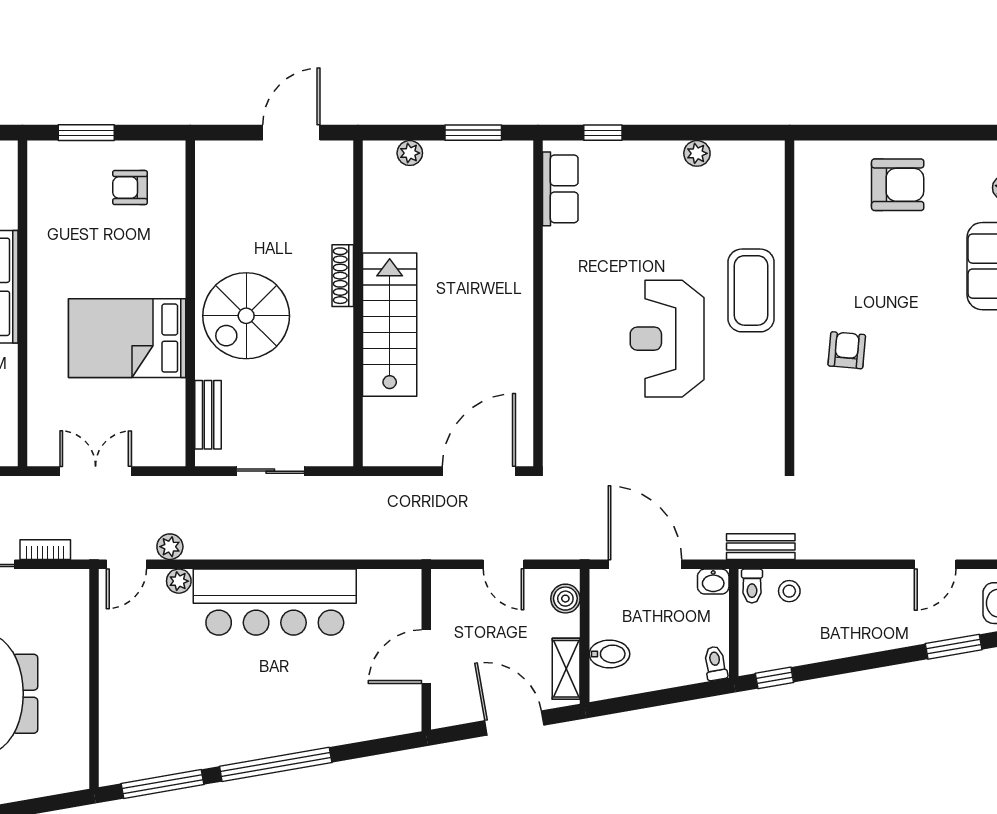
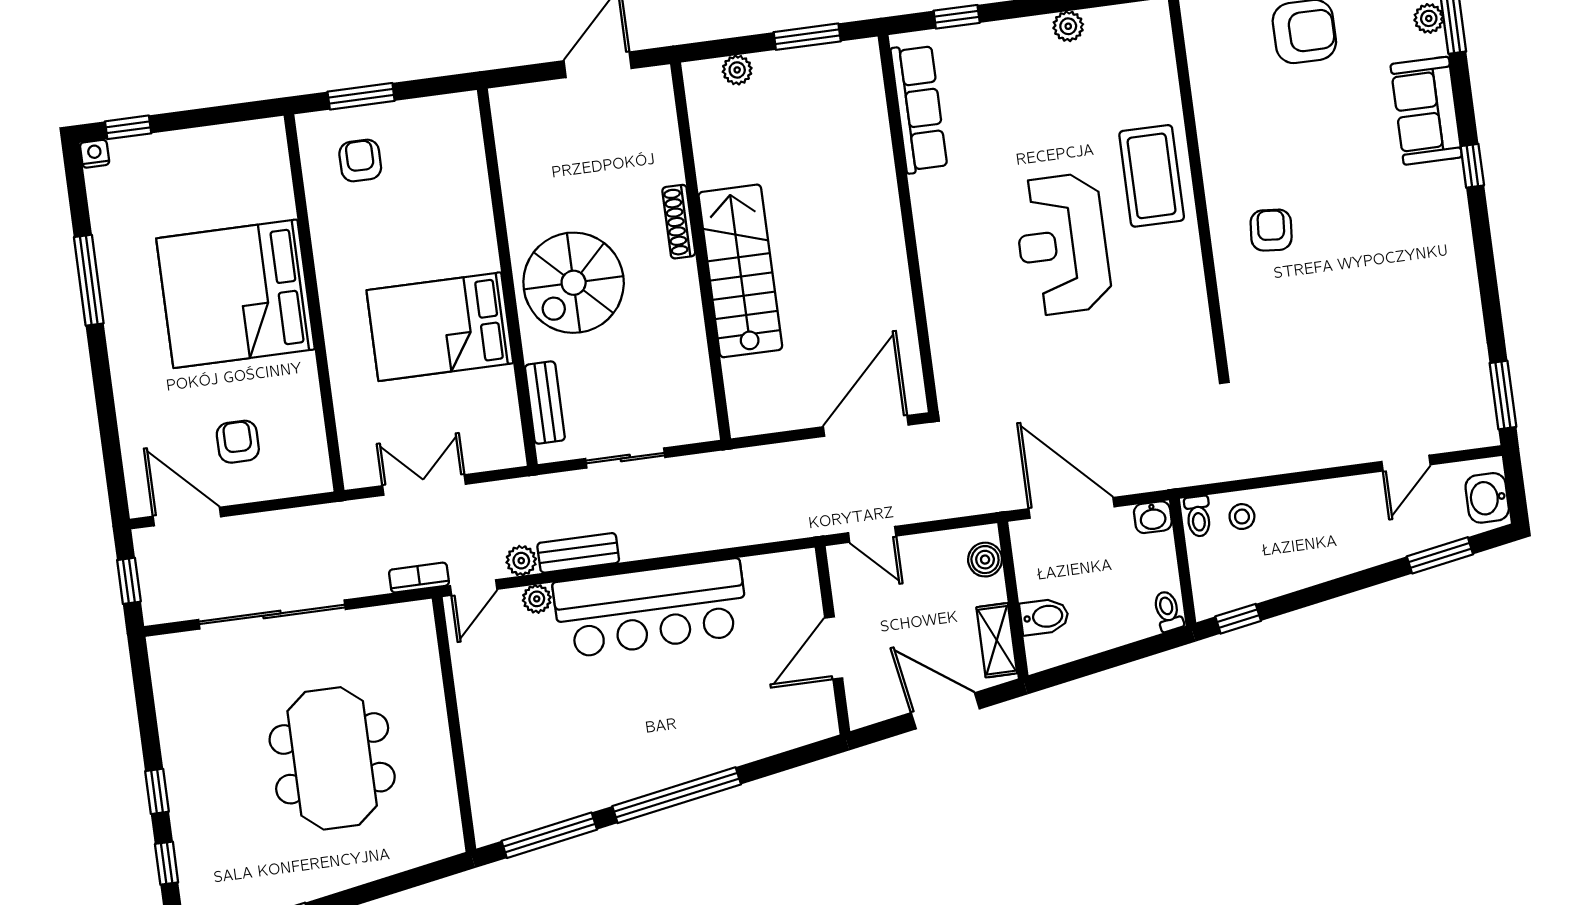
armchair: (130, 188) -> (360, 160), moved, turned 90
row of seats: (560, 189) -> (919, 109), width x1.48
bench: (761, 547) -> (578, 553), moved
bookcase: (45, 550) -> (419, 578), moved
door: (504, 564) -> (872, 534), moved

